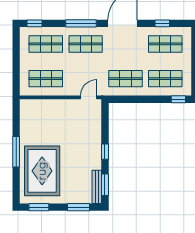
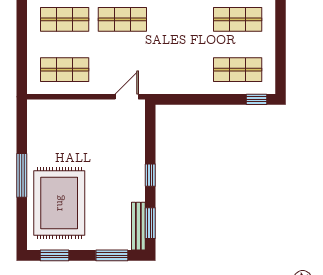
shop shelf: (125, 79) -> (180, 70), removed

